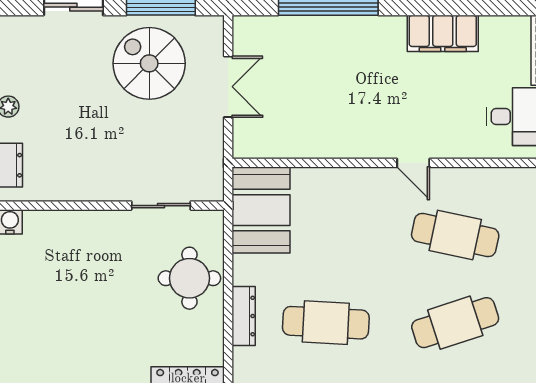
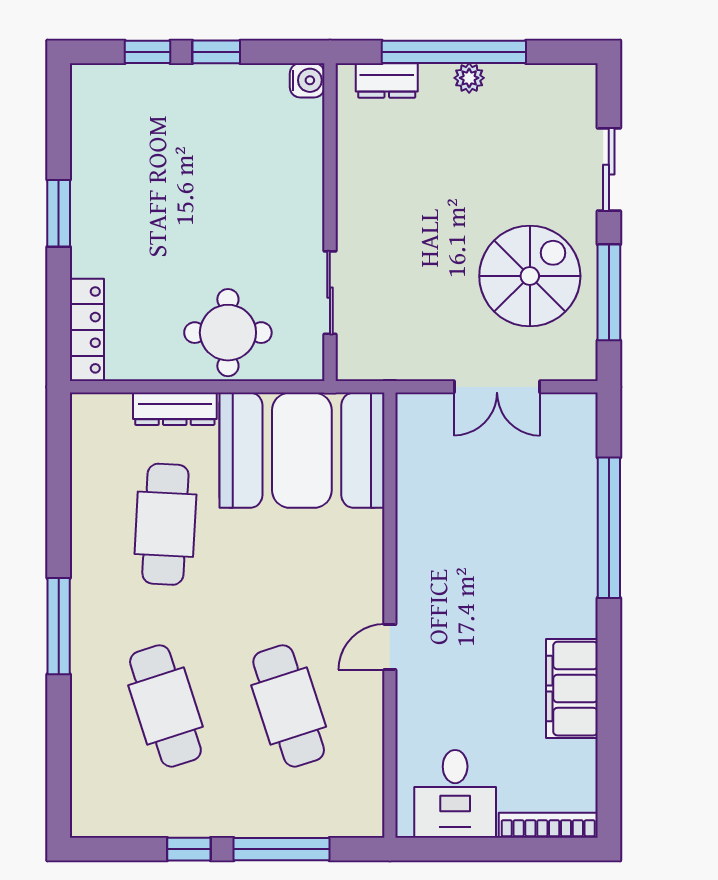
booth: (261, 210) -> (302, 450), width x1.36, depth x1.42
cafe table: (455, 235) -> (289, 706), turned -30

